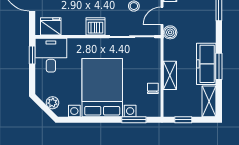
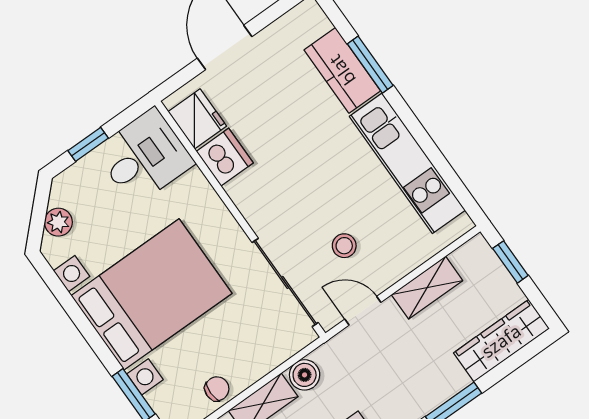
dishwasher: (95, 26) -> (225, 157), moved
boiler: (170, 32) -> (305, 375), moved
window: (32, 55) -> (88, 144), moved

